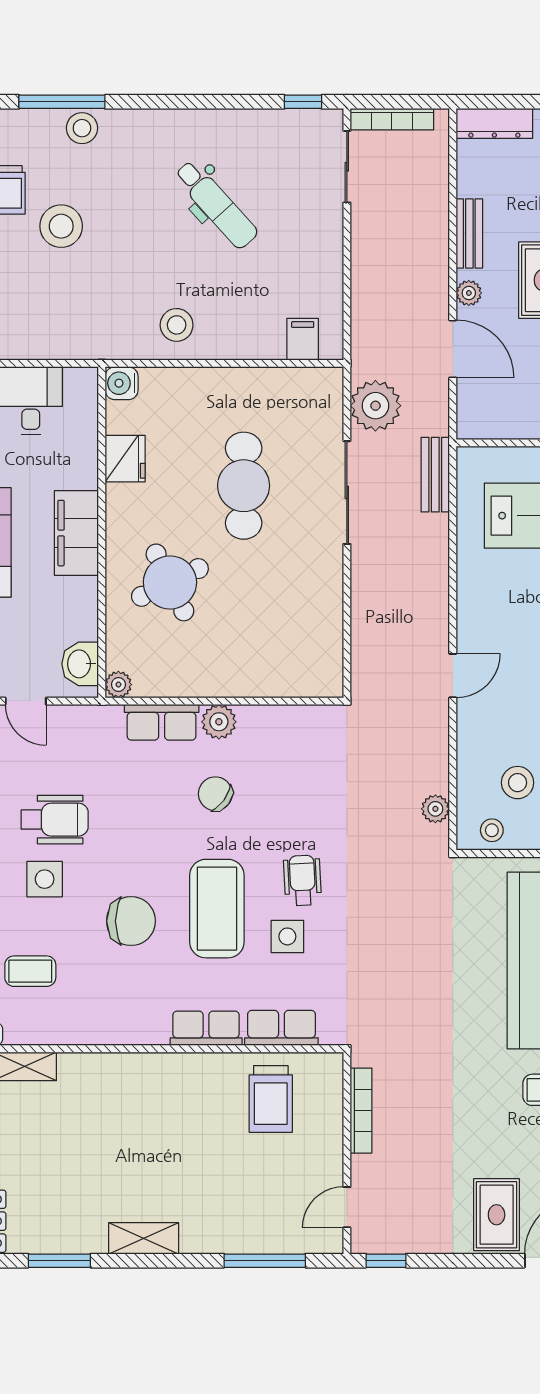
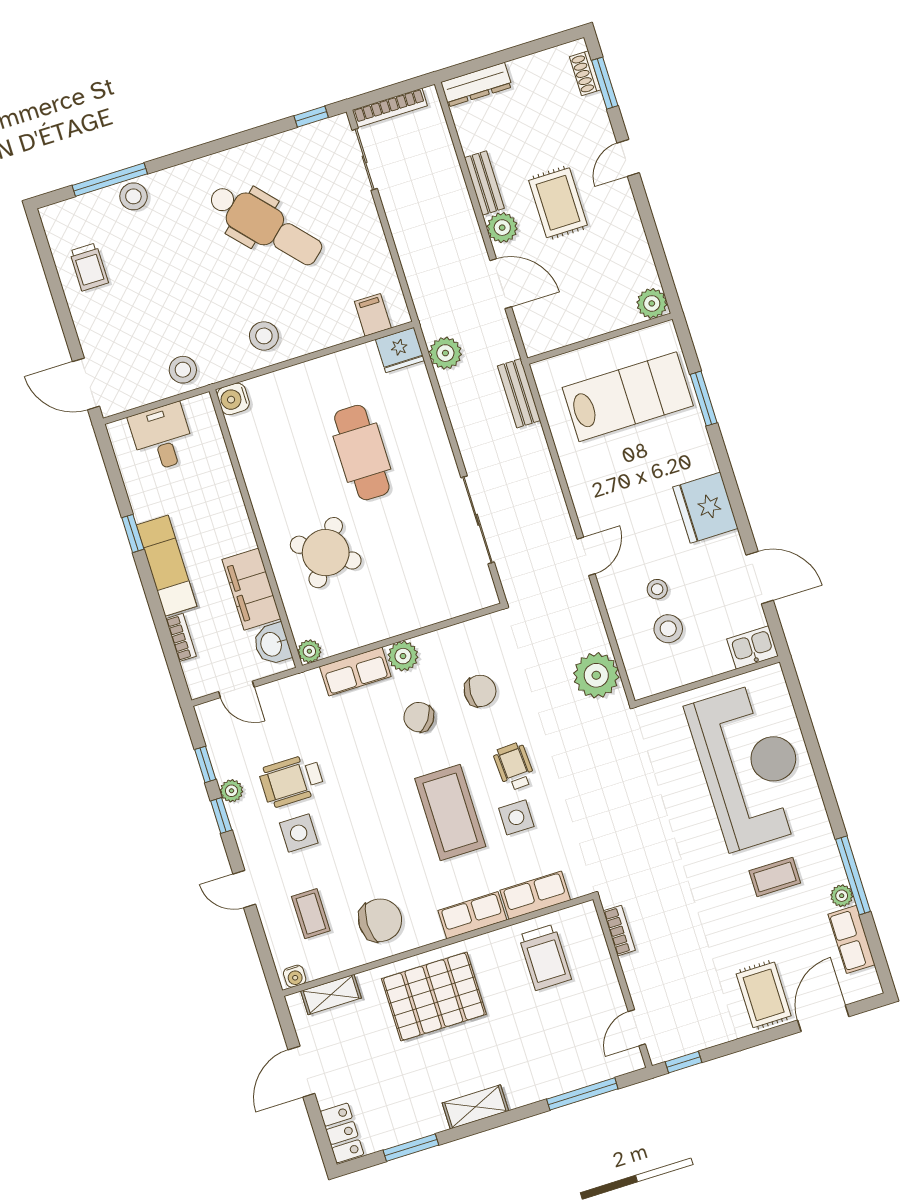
dental chair: (216, 204) -> (265, 225), width x1.36, depth x1.38
stool: (61, 226) -> (183, 370), moved, width x0.73, depth x0.73
plant: (469, 293) -> (502, 228), width x1.38, depth x1.38
plant: (375, 406) -> (445, 353), width x0.73, depth x0.73
fridge: (125, 459) -> (400, 350), moved, turned 90
sliding door: (347, 493) -> (478, 520), moved
filing cabinet: (76, 533) -> (251, 589), moved
round table: (170, 582) -> (326, 553), turned -30
chair: (291, 786) -> (480, 691), added
plant: (435, 809) -> (596, 675), width x1.88, depth x1.88
wheelchair: (55, 820) -> (292, 781), turned 180
stool: (492, 830) -> (657, 589), moved
chair: (131, 921) -> (380, 920), moved
coffee table: (30, 971) -> (311, 914), turned 90
pallet: (136, 1104) -> (434, 996), added
bookcase: (361, 1111) -> (619, 931), width x0.64

